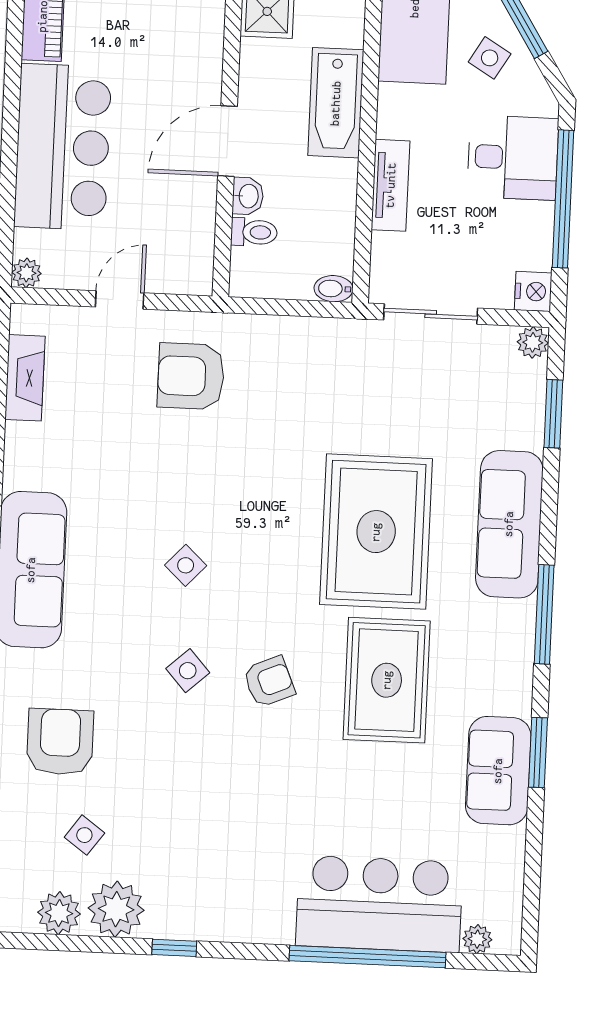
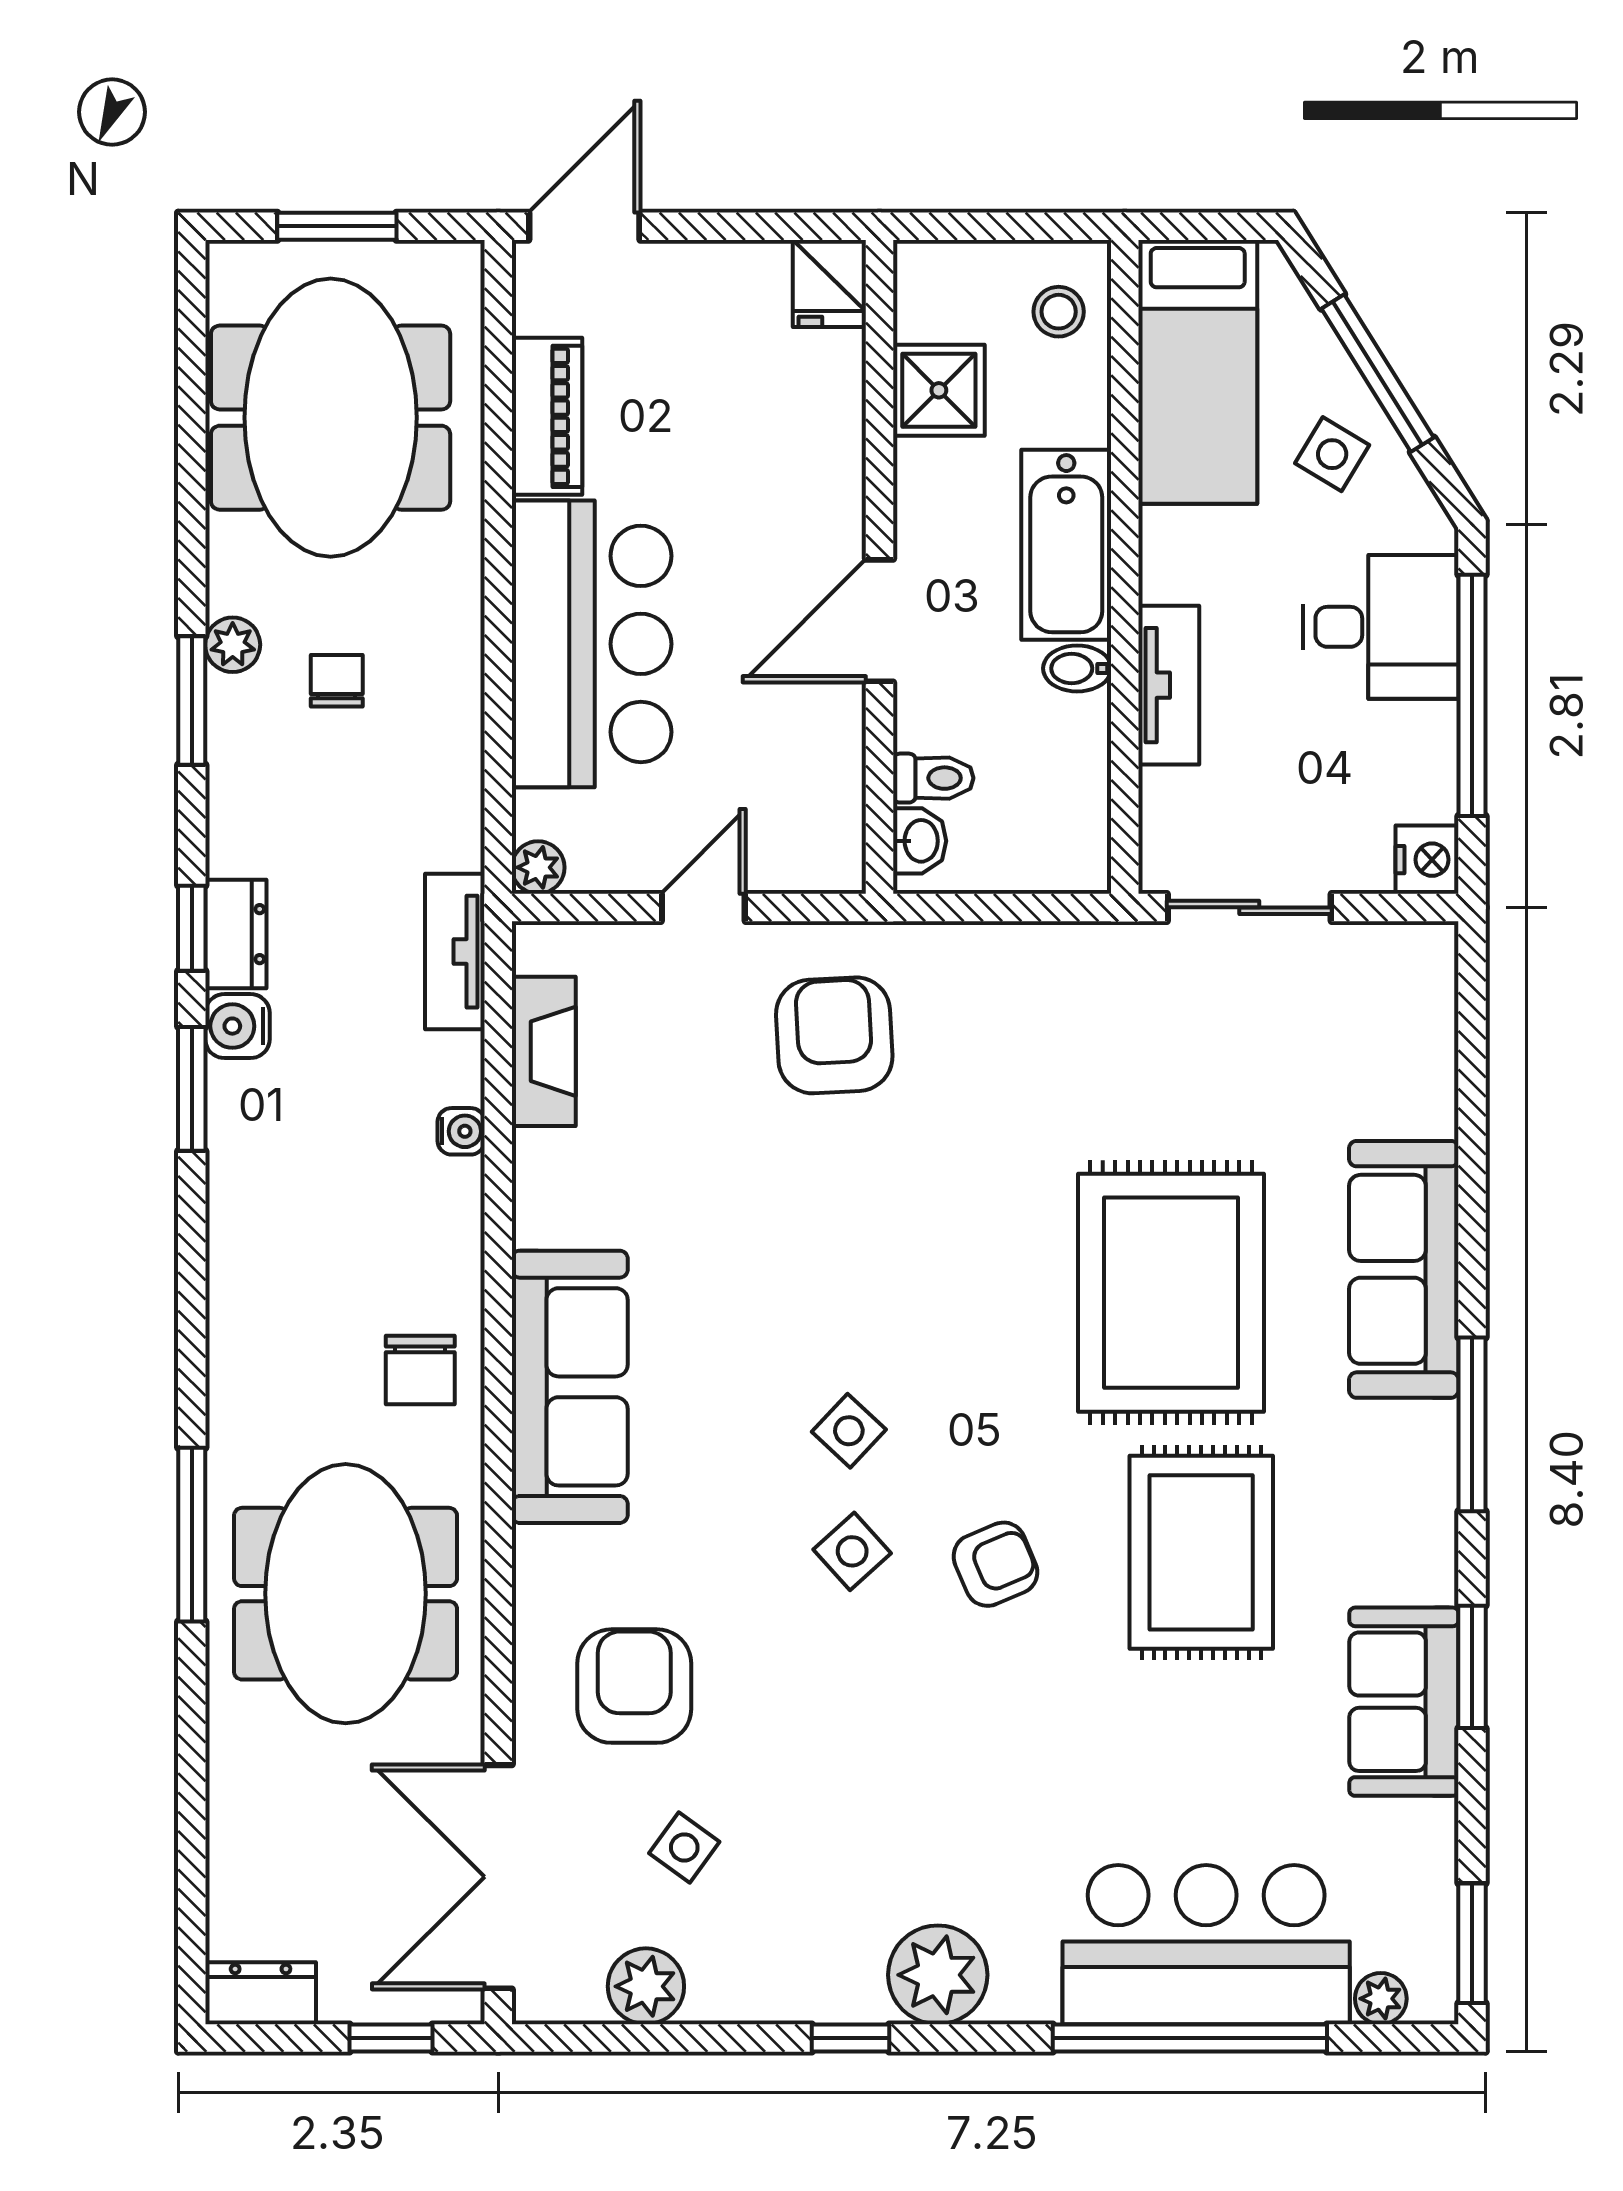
washbasin: (248, 196) -> (920, 841), moved
bidet: (334, 289) -> (1077, 668), moved
plant: (533, 342) -> (1430, 949), removed
armchair: (191, 376) -> (834, 1035), turned 87
window: (553, 414) -> (1472, 1943), moved
side table: (186, 565) -> (849, 1431), moved
plant: (116, 909) -> (938, 1975), moved

